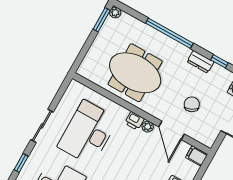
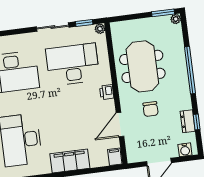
dresser: (200, 62) -> (188, 121), moved
chair: (192, 104) -> (151, 109), moved, turned 115
plant: (148, 127) -> (100, 29), moved
window: (21, 163) -> (84, 23), moved

